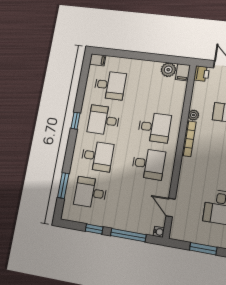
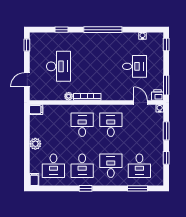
plant: (168, 70) -> (35, 144), moved
printer: (202, 74) -> (157, 95), moved
desk: (110, 85) -> (53, 166), turned 180
door: (171, 208) -> (141, 103), swing flipped
window: (128, 235) -> (166, 131), width x0.69
window: (203, 249) -> (166, 85), moved

